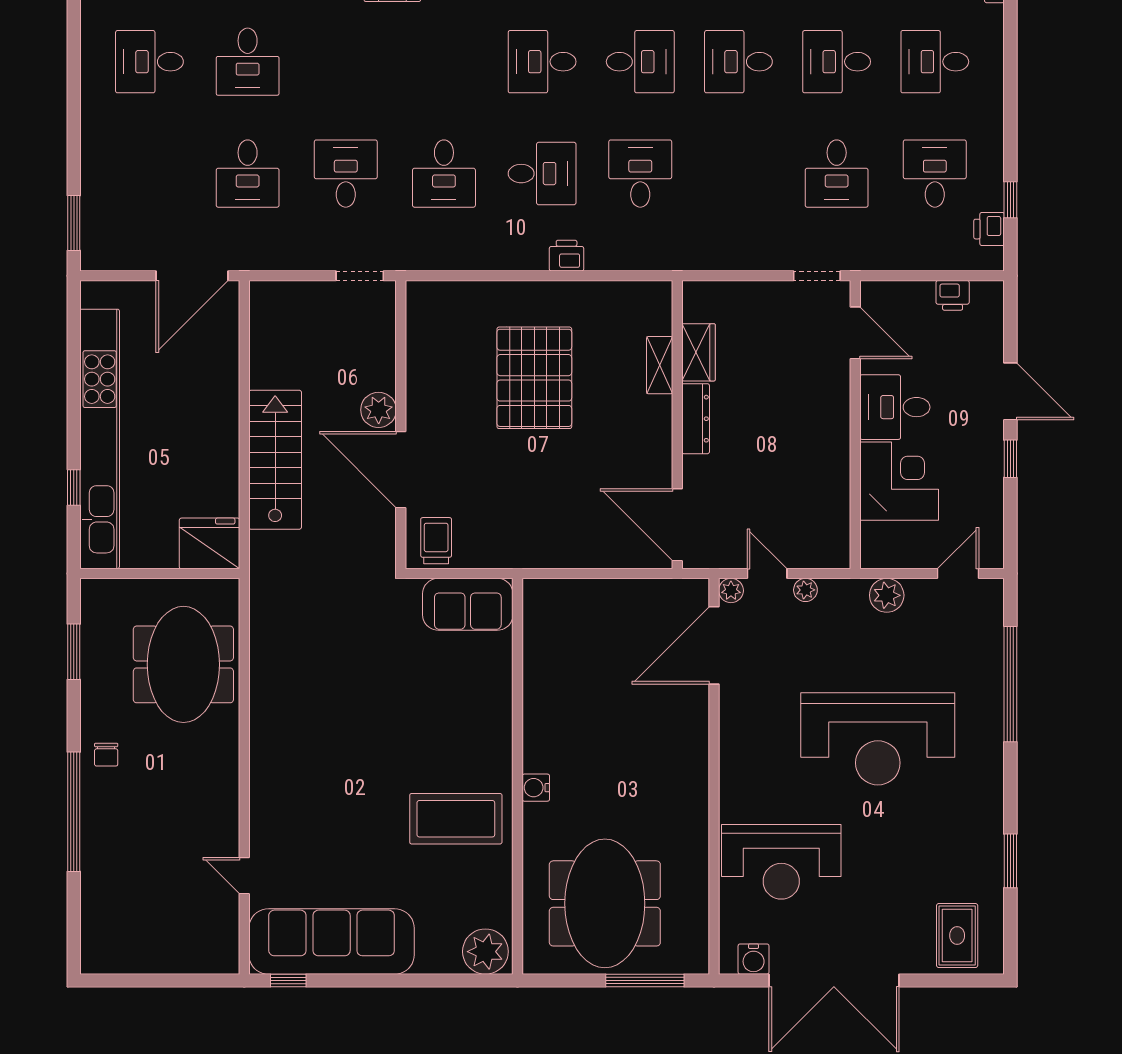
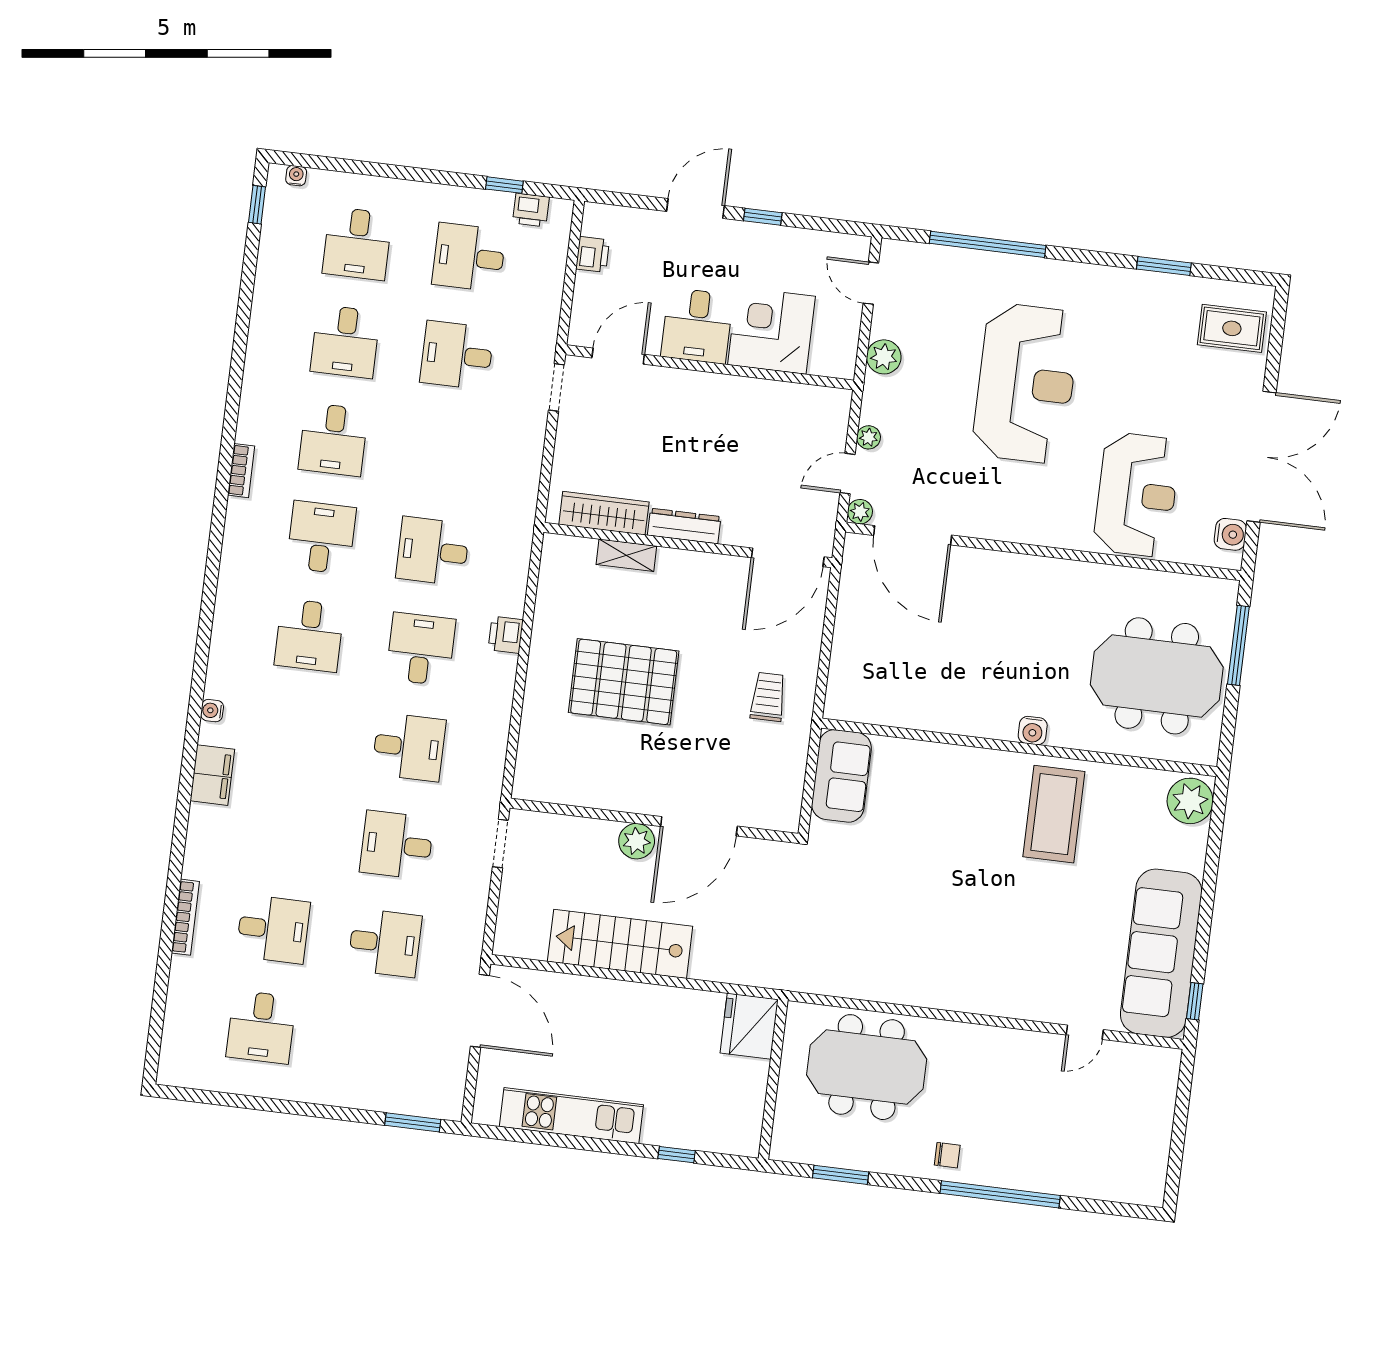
desk: (837, 174) -> (457, 355), turned 180
wardrobe: (699, 352) -> (604, 513), width x1.50
kitchen unit: (100, 439) -> (571, 1116), width x0.54
stairs: (275, 460) -> (620, 944), moved
trolley: (436, 541) -> (768, 697), moved, turned 90

